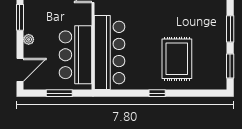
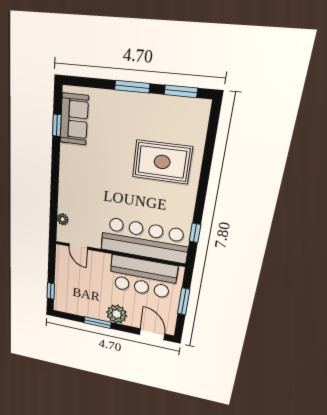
plant: (29, 39) -> (117, 314), width x1.88, depth x1.88
window: (157, 93) -> (195, 233), moved

